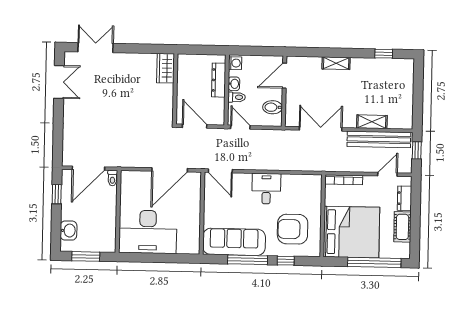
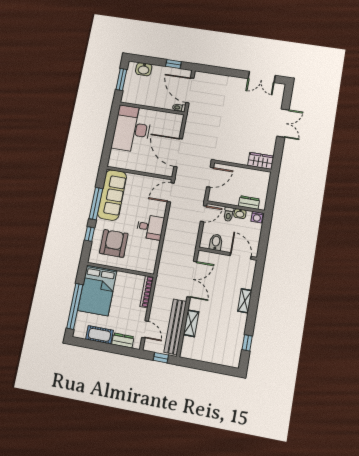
double door: (96, 48) -> (283, 123), moved
dresser: (219, 80) -> (249, 203), width x0.70
bed: (351, 232) -> (97, 290), width x0.73

